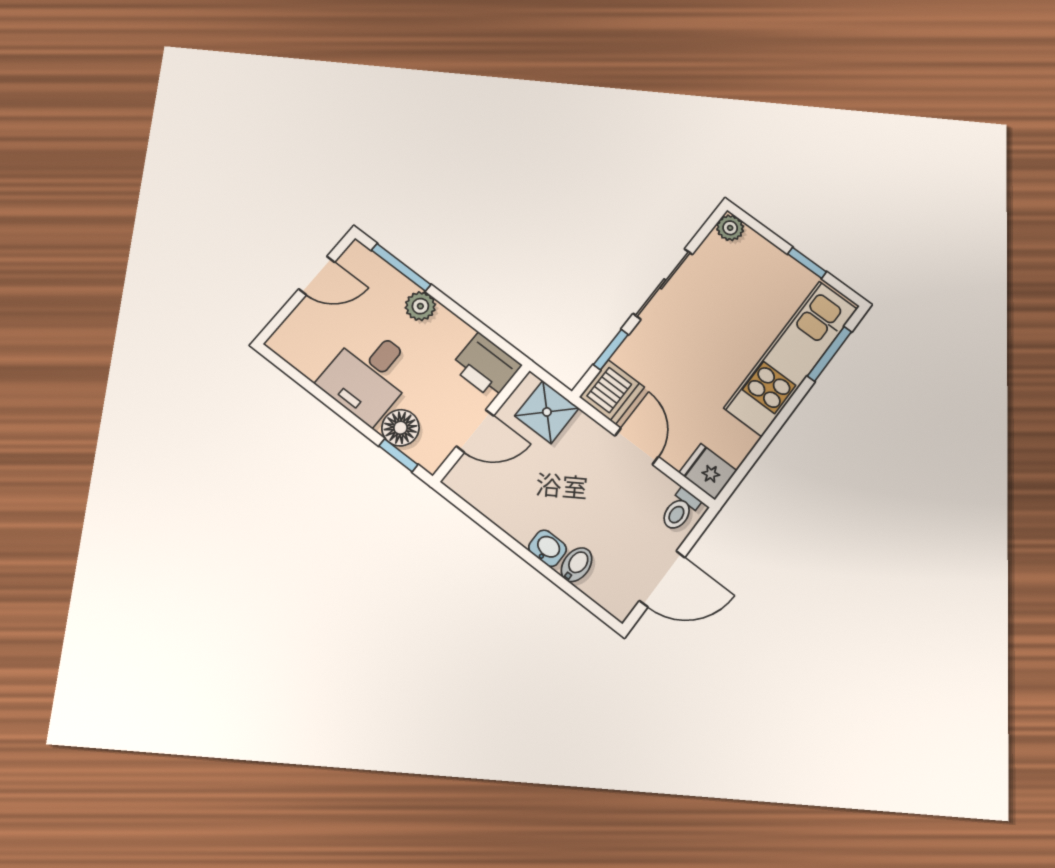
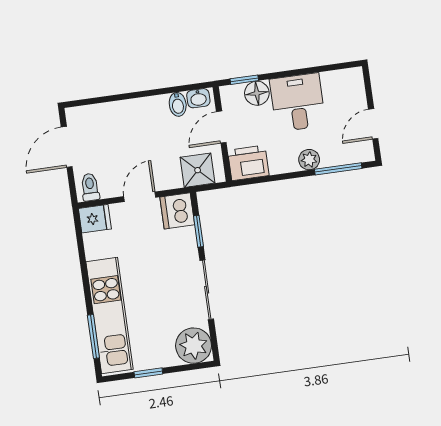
plant: (730, 228) -> (194, 346), width x1.88, depth x1.88
door: (637, 446) -> (140, 197), swing flipped
washbasin: (548, 548) -> (198, 98), moved
bidet: (577, 565) -> (178, 104), moved

